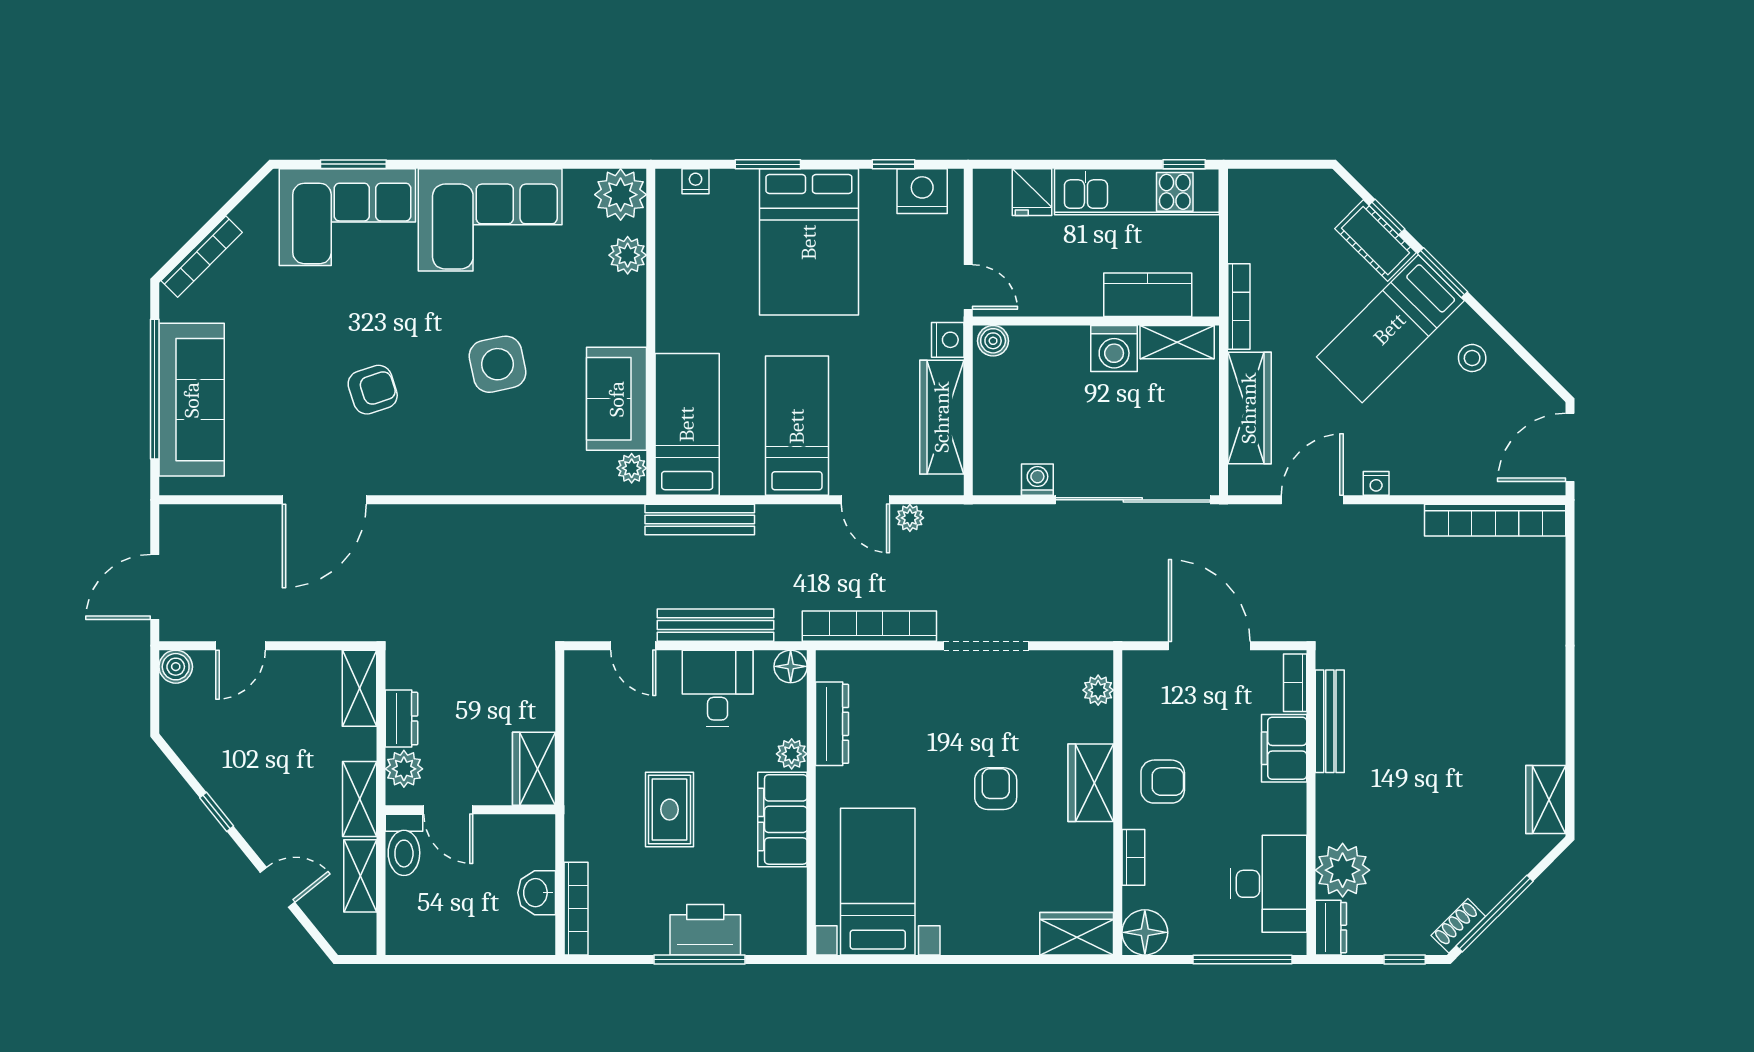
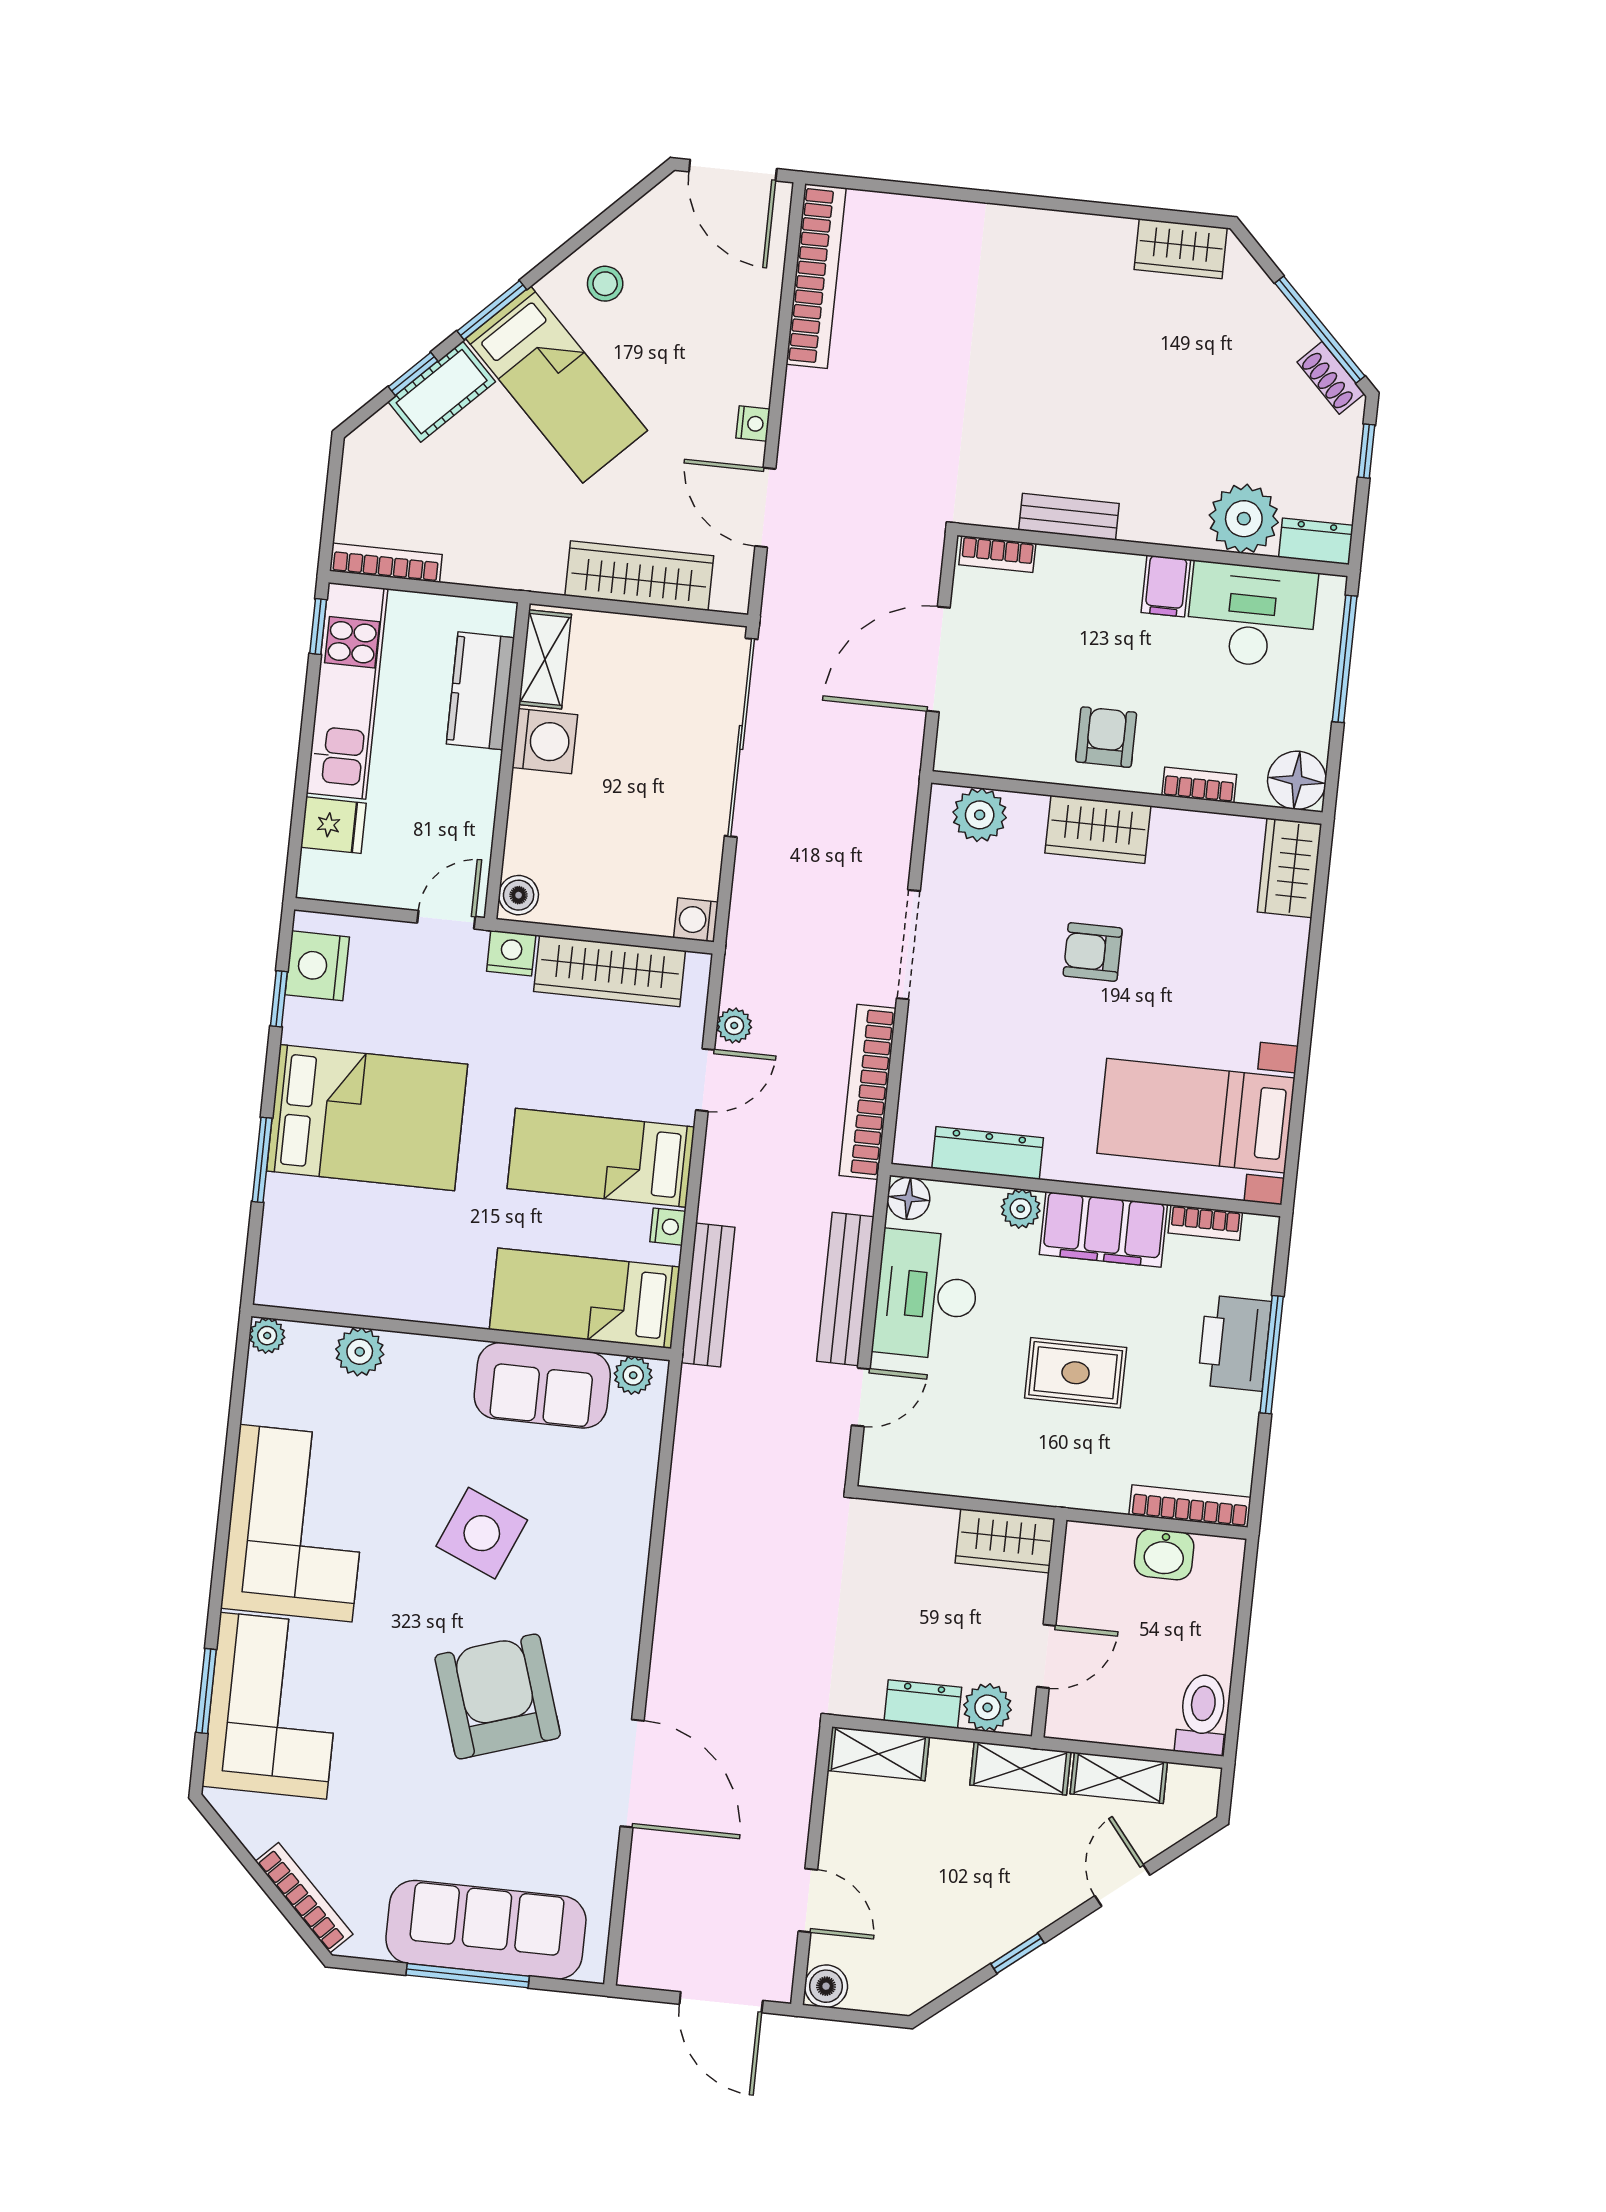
nightstand: (696, 181) -> (668, 1227), moved, turned 180
plant: (621, 195) -> (267, 1336), width x0.53, depth x0.53
bookcase: (1239, 307) -> (386, 563), moved
side table: (498, 364) -> (482, 1533), turned 35
window: (155, 389) -> (468, 1976), width x0.68
armchair: (373, 390) -> (498, 1696), width x1.88, depth x1.88
washing machine: (1037, 480) -> (696, 920), moved
desk: (718, 688) -> (926, 1295), width x1.37
plant: (1098, 690) -> (980, 815), width x1.38, depth x1.38
bench: (1330, 721) -> (1069, 517), width x0.73
filing cabinet: (1284, 748) -> (1166, 586), moved, width x0.50
toilet: (404, 845) -> (1202, 1714), moved, turned -90
bookcase: (796, 898) -> (1205, 1223), added

